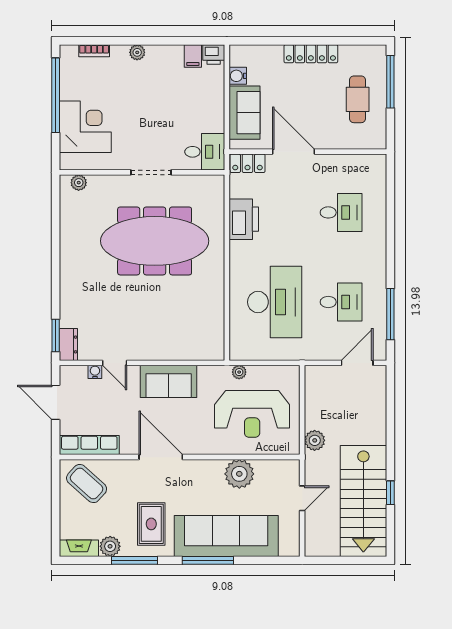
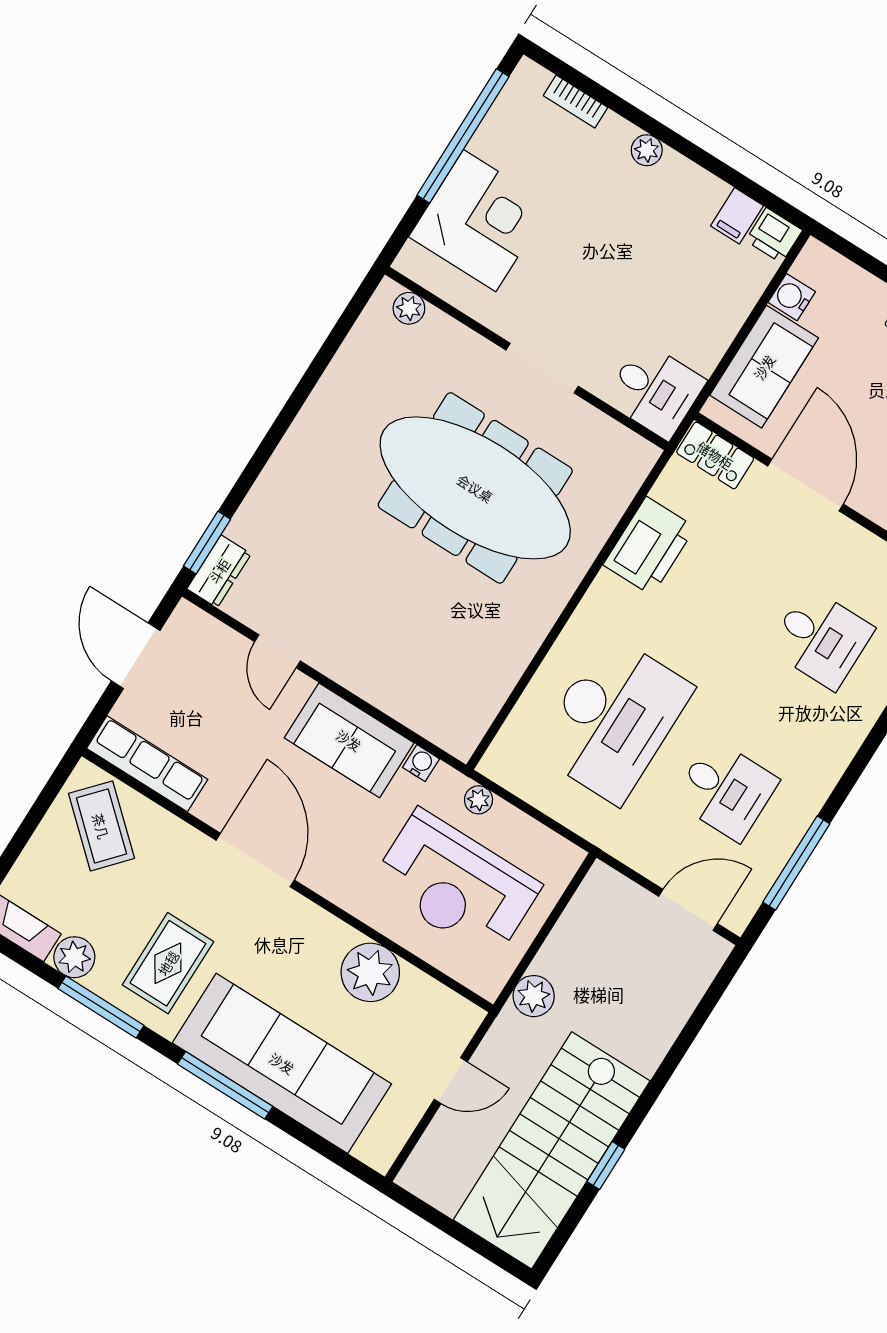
water cooler: (95, 372) -> (421, 763), moved

